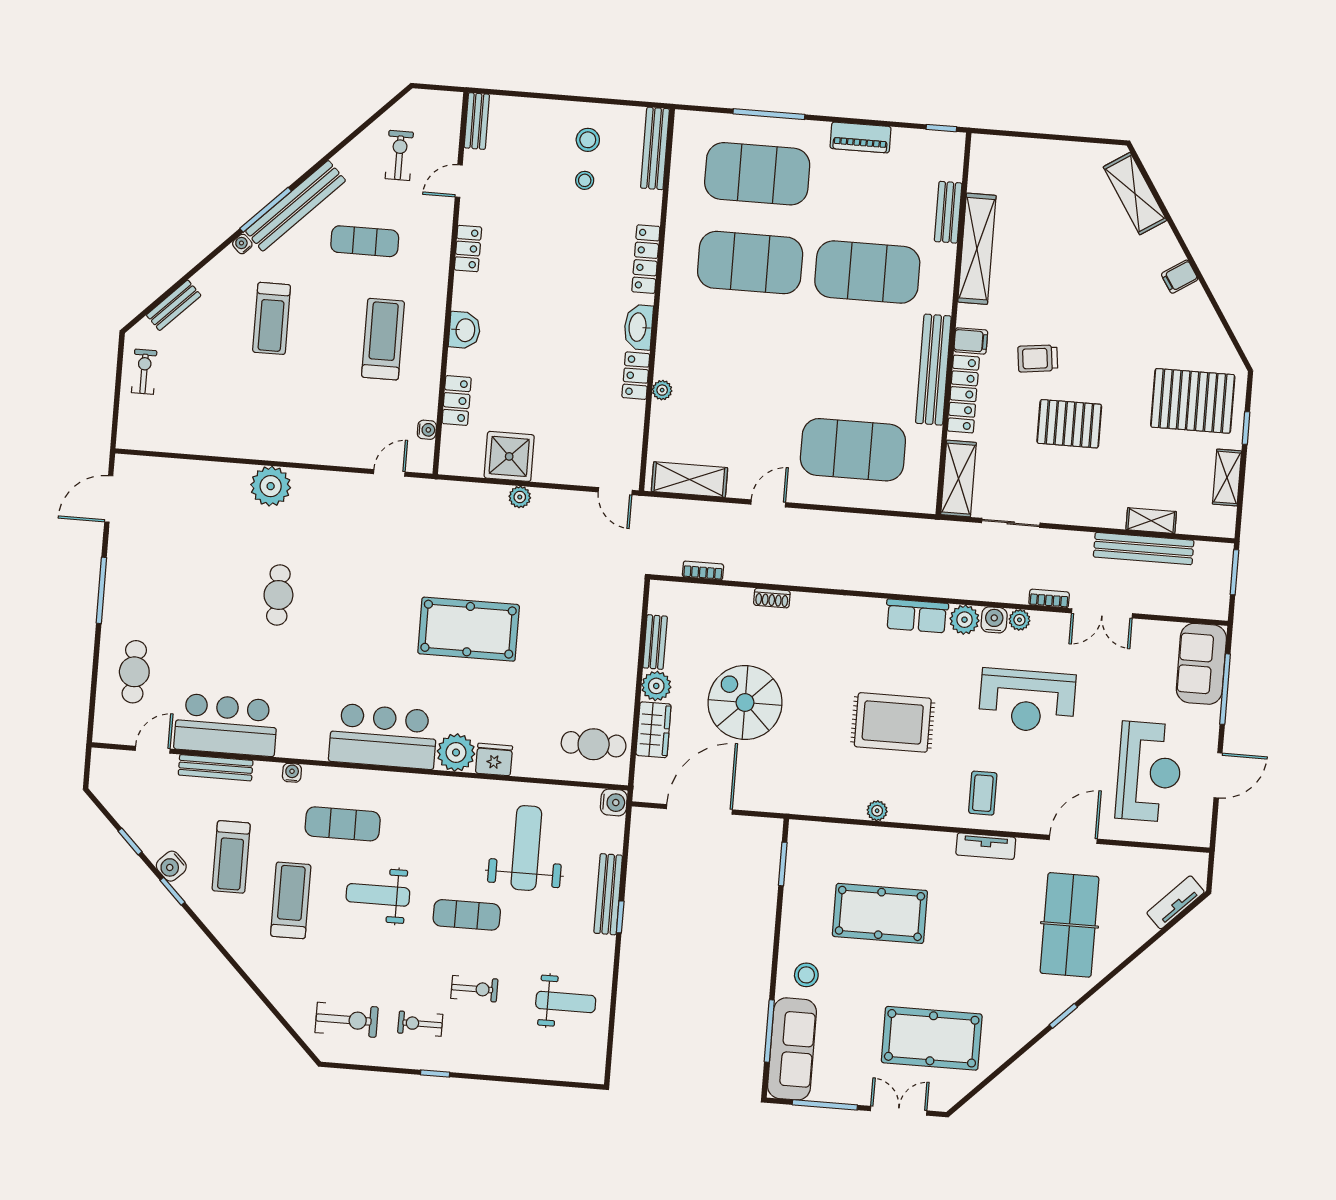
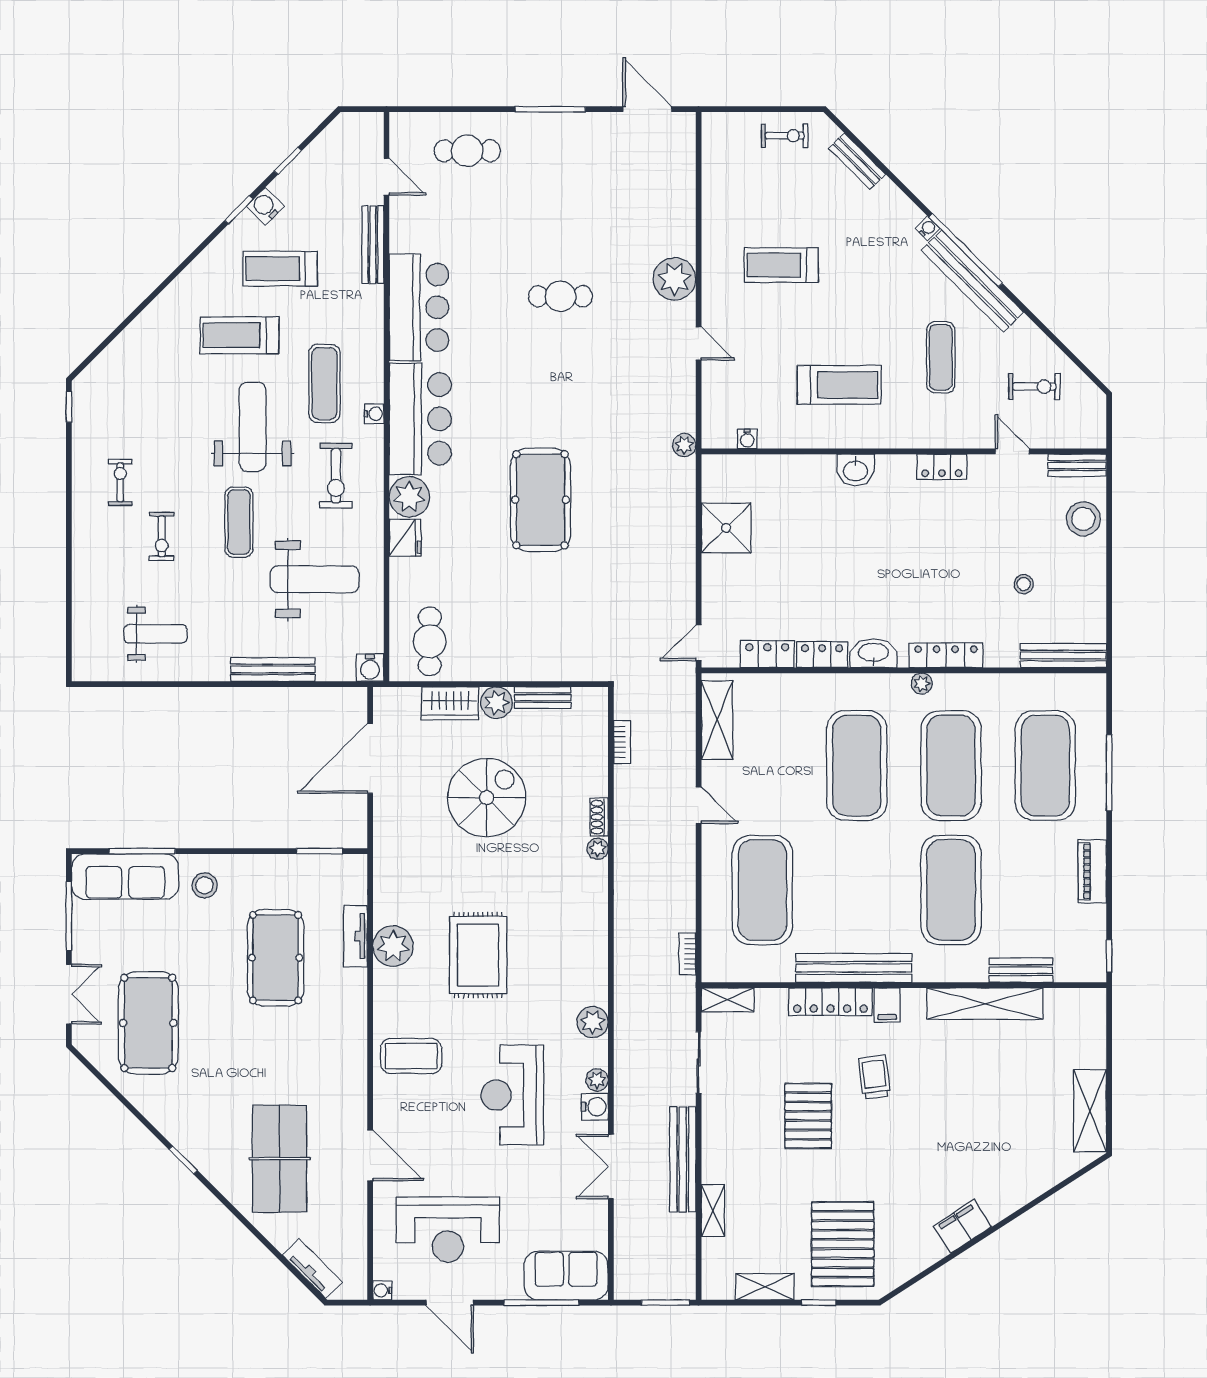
stool: (588, 140) -> (1083, 519), moved, width x1.38, depth x1.38
shelving: (1135, 194) -> (1090, 1111), moved, turned -57
window: (266, 210) -> (966, 250), width x1.46
filing cabinet: (1180, 277) -> (962, 1226), width x2.00
treadmill: (272, 318) -> (781, 265), moved
exercise mat: (743, 351) -> (857, 766), added
plant: (662, 390) -> (922, 684), moved
locker: (457, 401) -> (767, 654), moved, turned 180
door: (389, 473) -> (699, 343), moved
shelving: (958, 479) -> (728, 1000), width x0.67, depth x0.75
plant: (520, 497) -> (684, 445), moved
bench: (1144, 549) -> (683, 1159), moved
bookcase: (1049, 598) -> (687, 954), moved, turned 180
plant: (802, 602) -> (598, 849), added
row of seats: (917, 616) -> (593, 971), removed
water cooler: (994, 620) -> (595, 1107), moved
bar counter: (226, 725) -> (419, 307), moved
water cooler: (292, 773) -> (374, 414), moved
coffee table: (983, 793) -> (411, 1056), width x1.36, depth x1.30
door: (699, 809) -> (370, 758), swing flipped
plant: (877, 811) -> (393, 946), width x1.87, depth x1.87
water cooler: (1201, 838) -> (382, 1290), added
tv unit: (986, 846) -> (356, 936), moved
weight bench: (378, 895) -> (253, 427), width x1.36, depth x1.33
treadmill: (291, 900) -> (239, 335), turned 180
window: (620, 917) -> (250, 684), removed
table tennis table: (1070, 925) -> (280, 1159), turned 90
weight bench: (566, 1002) -> (155, 634), turned -90
exercise bike: (347, 1020) -> (336, 476), moved
window: (435, 1073) -> (69, 407), moved

